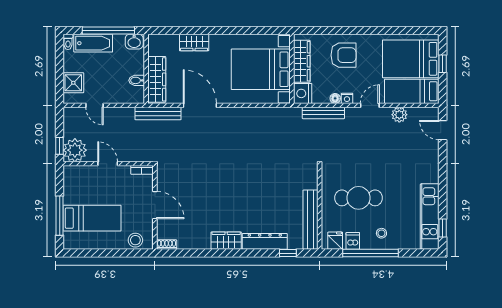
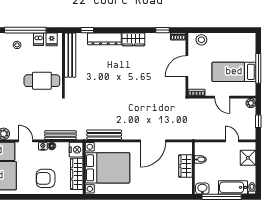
wardrobe: (194, 42) -> (157, 188), removed
wardrobe: (157, 79) -> (185, 166), width x0.67
door: (200, 105) -> (153, 141), hinge flipped
door: (370, 105) -> (26, 141), swing flipped
bench: (158, 113) -> (104, 135), moved
window: (60, 146) -> (258, 121), moved
plant: (75, 150) -> (251, 103), width x0.53, depth x0.53
cafe table: (358, 198) -> (42, 81), moved
door: (155, 205) -> (187, 66), hinge flipped
window: (60, 216) -> (258, 68), moved
bed: (92, 218) -> (234, 72), moved
window: (187, 253) -> (162, 30), added

